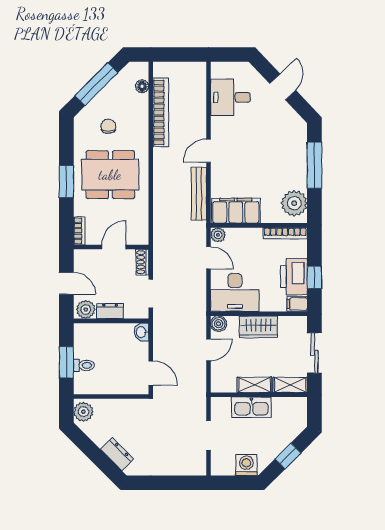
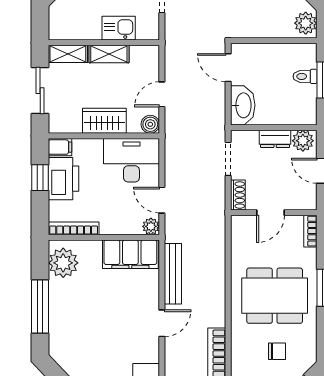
chair: (108, 126) -> (277, 351), turned -90
washbasin: (141, 332) -> (243, 105), width x1.91, depth x1.45
kitchen sink: (251, 407) -> (119, 28), width x0.73

